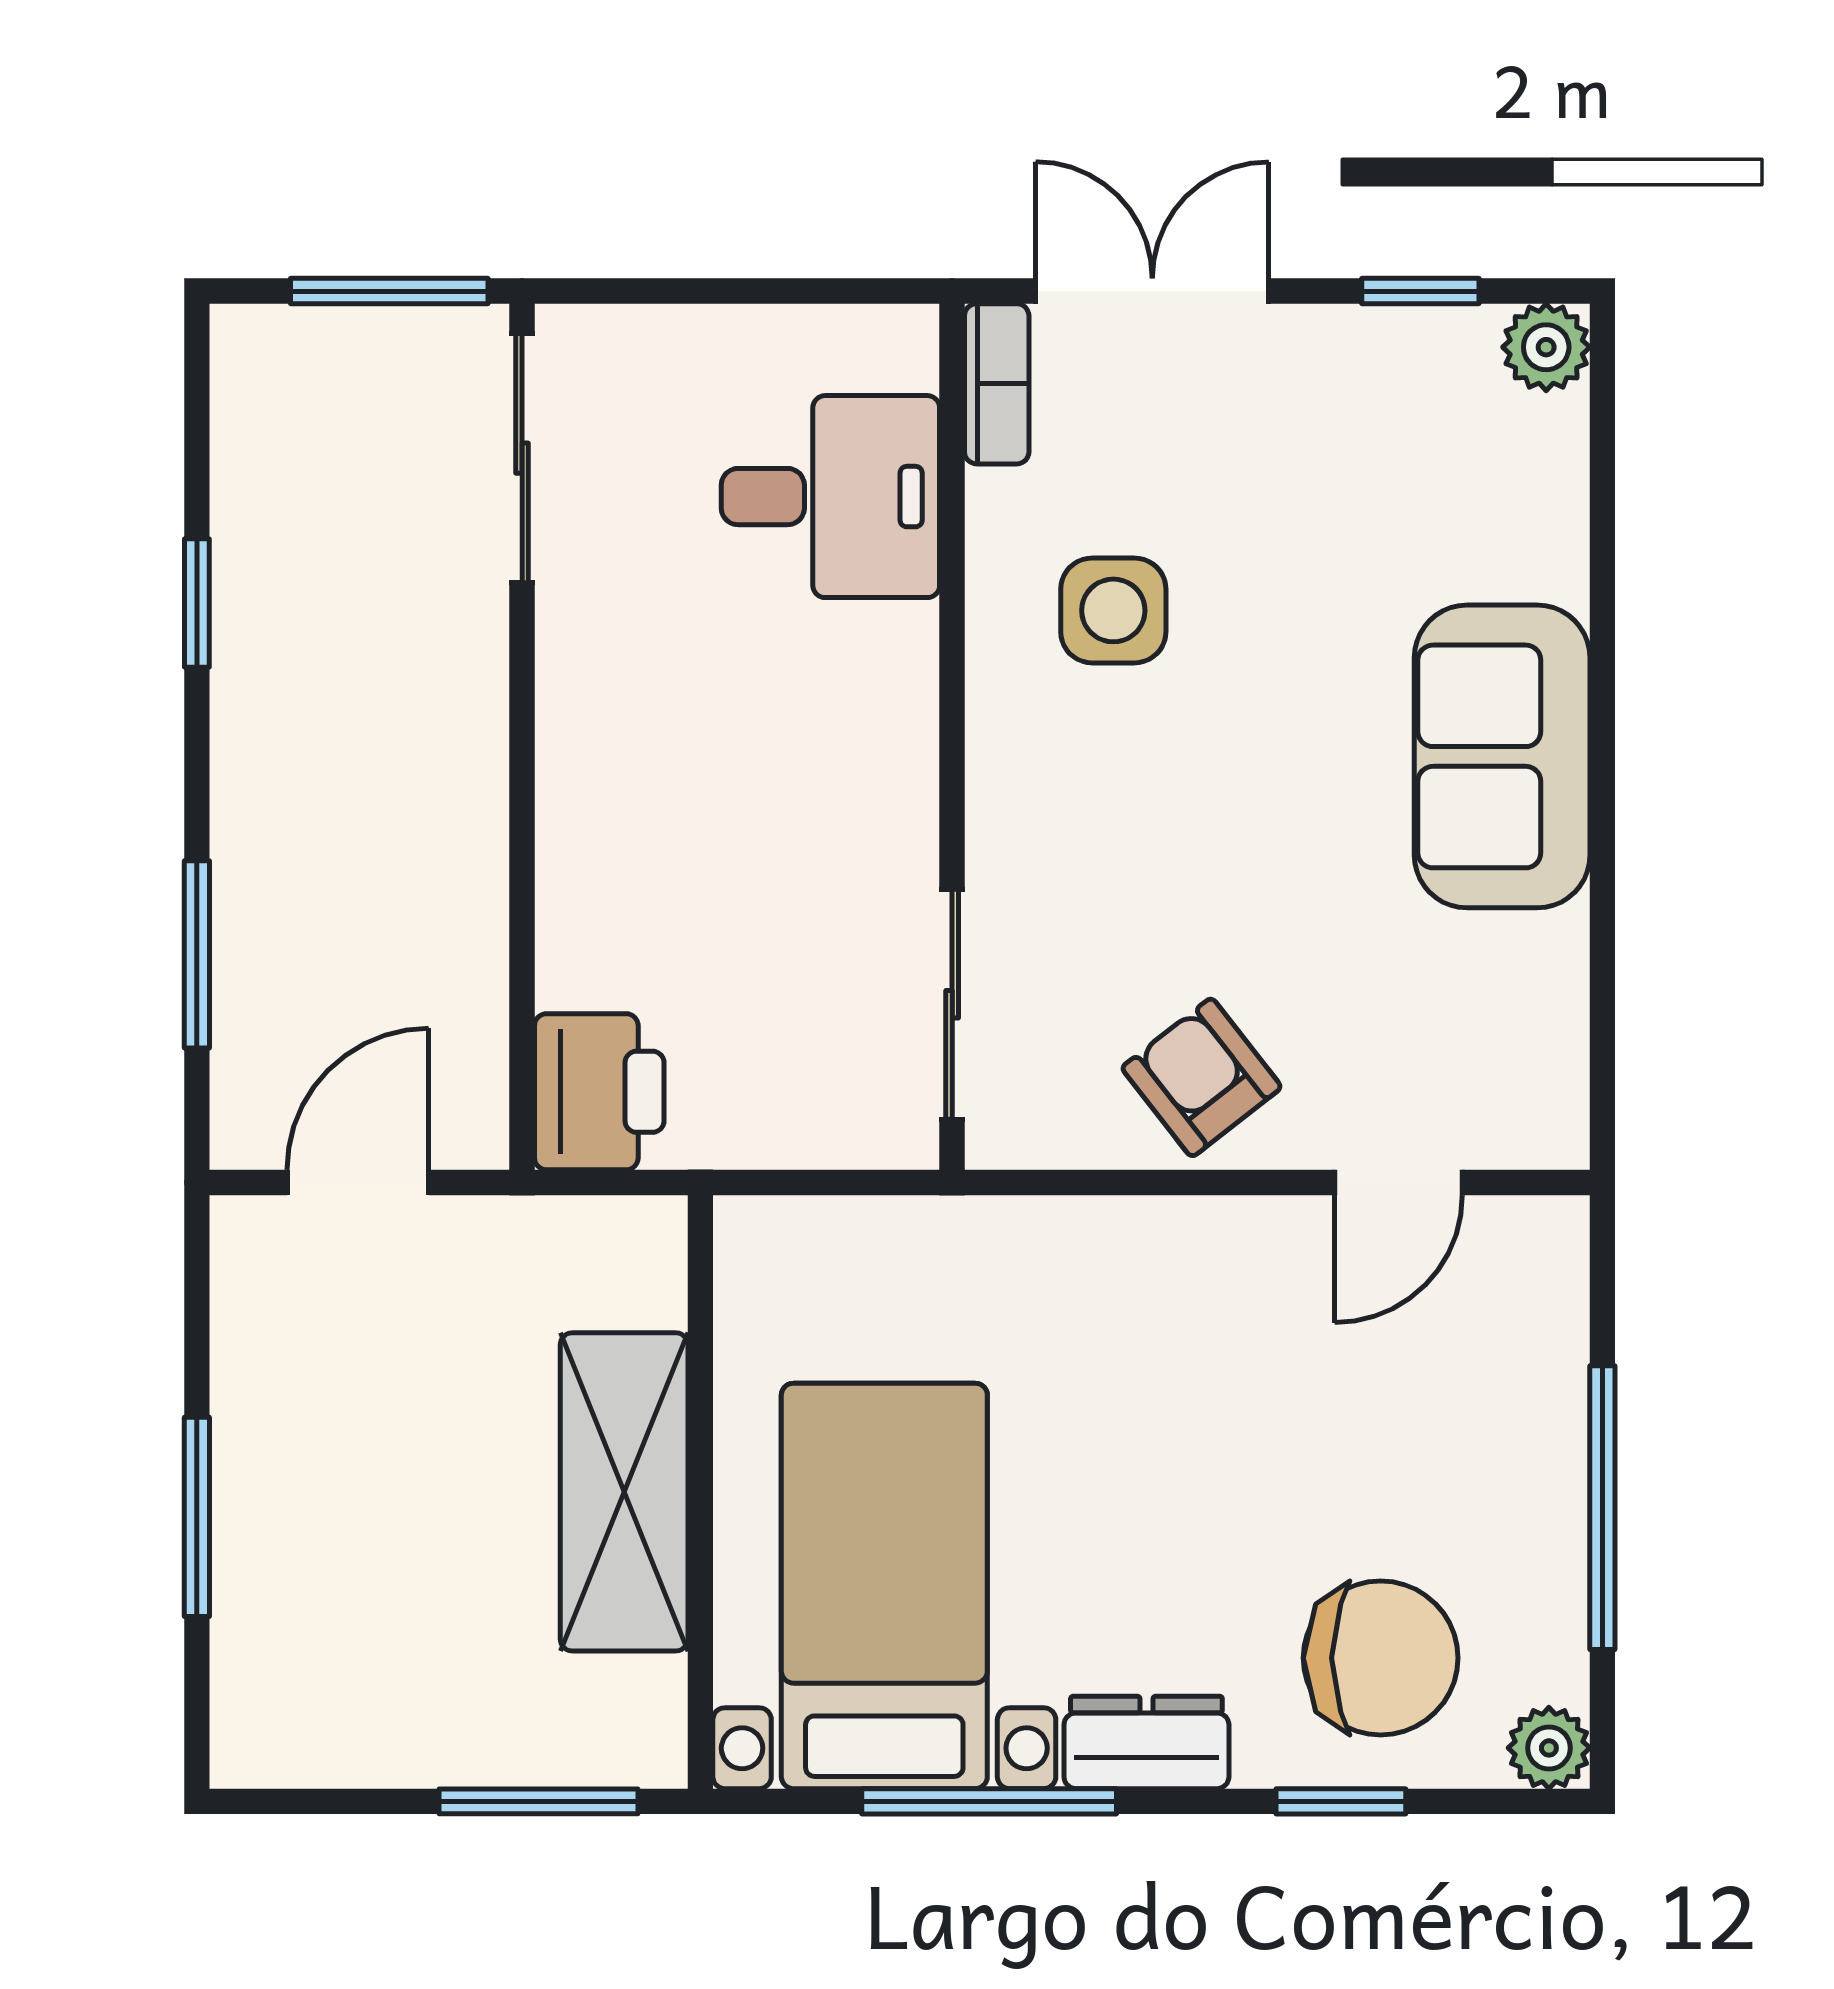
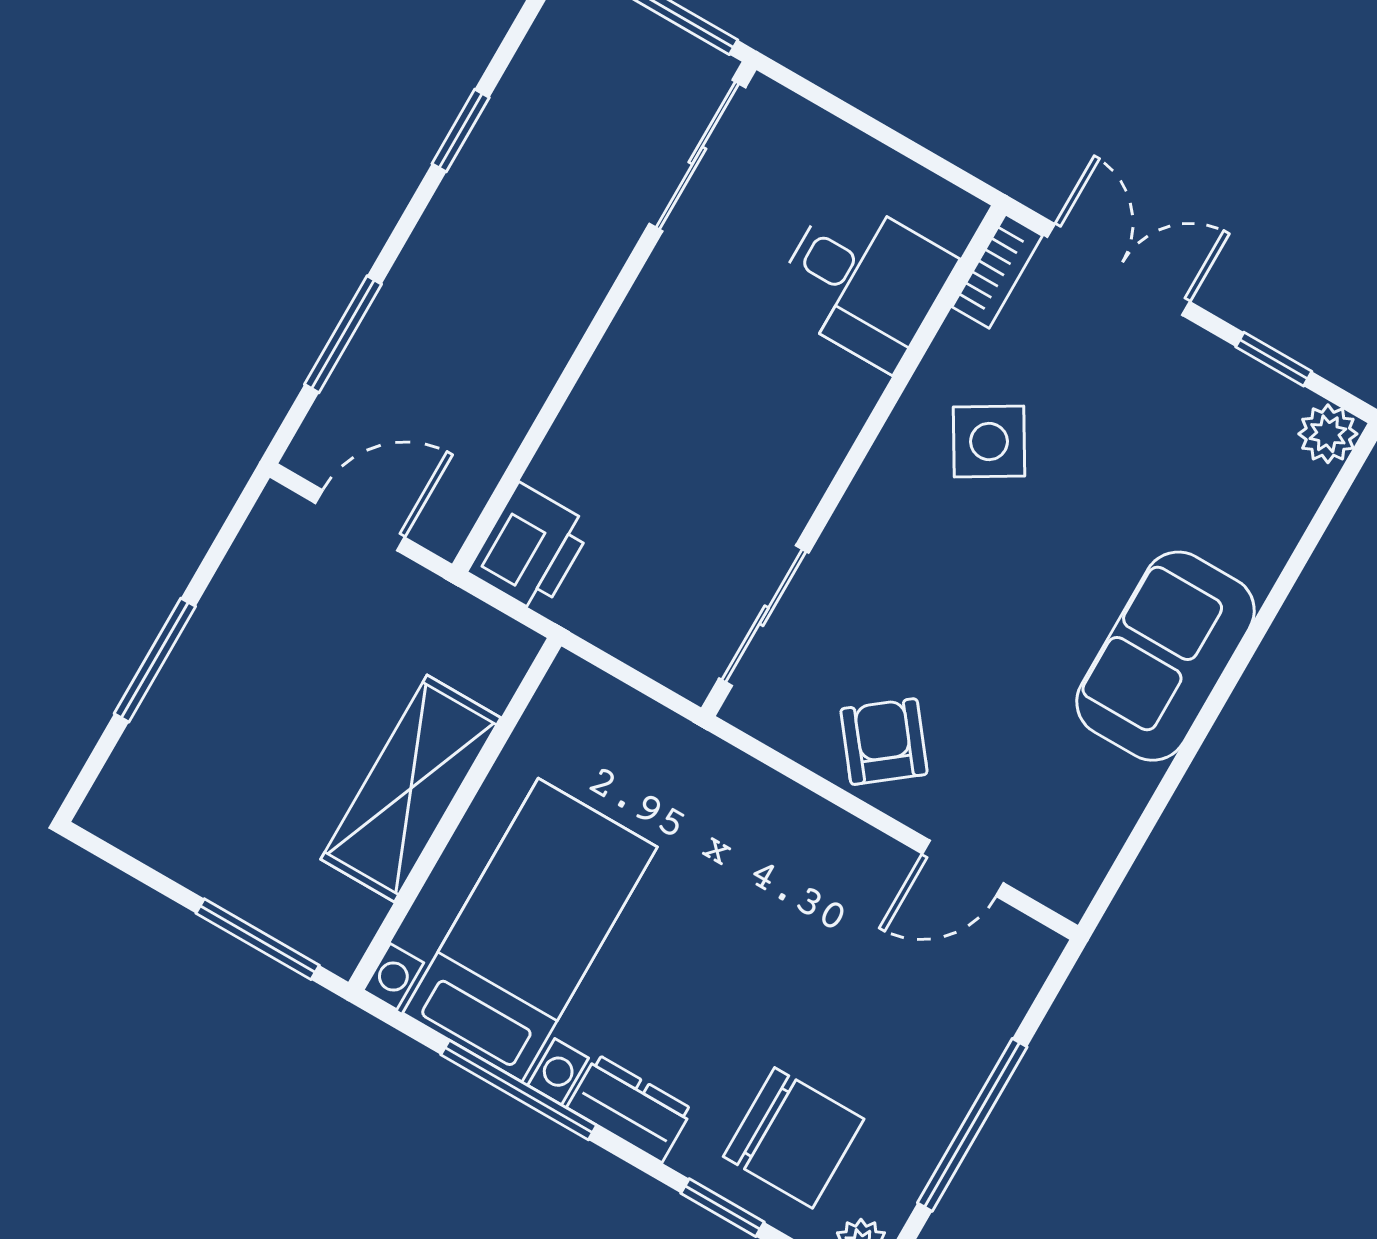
side table: (1113, 610) -> (989, 441), turned -31

